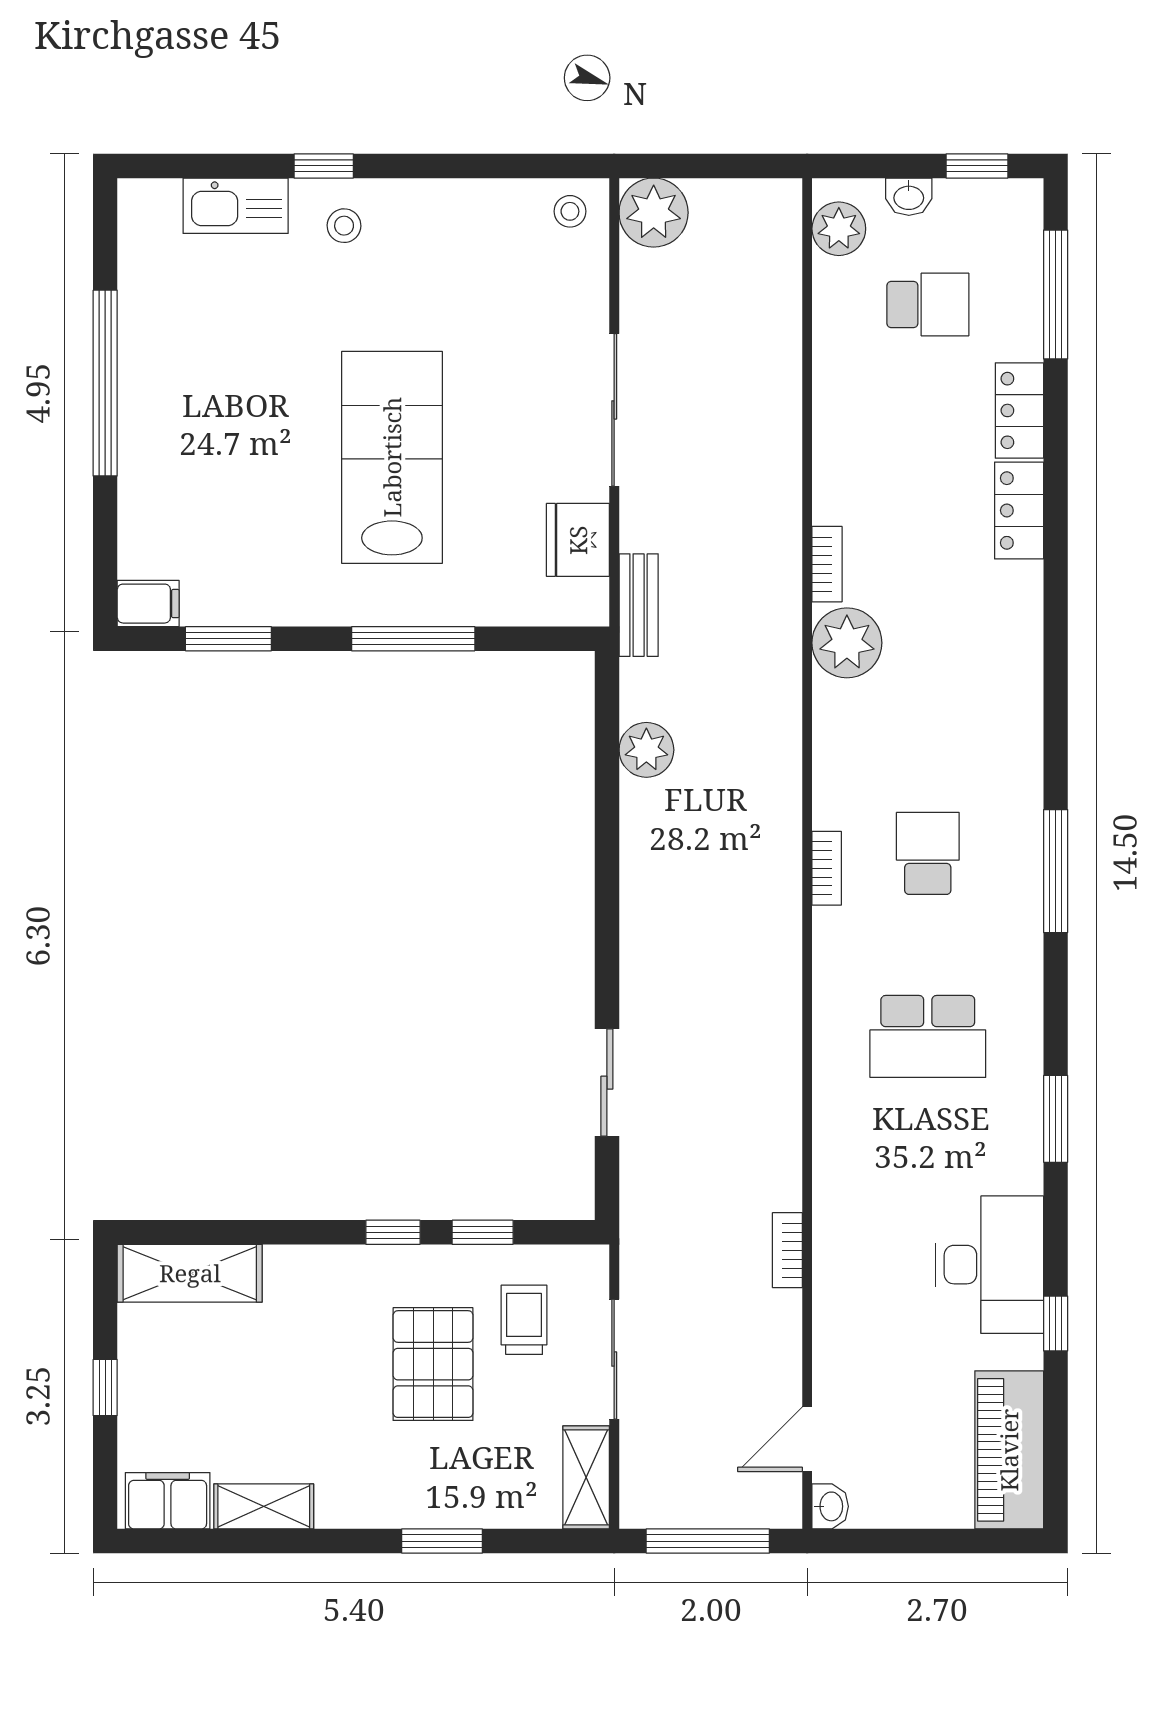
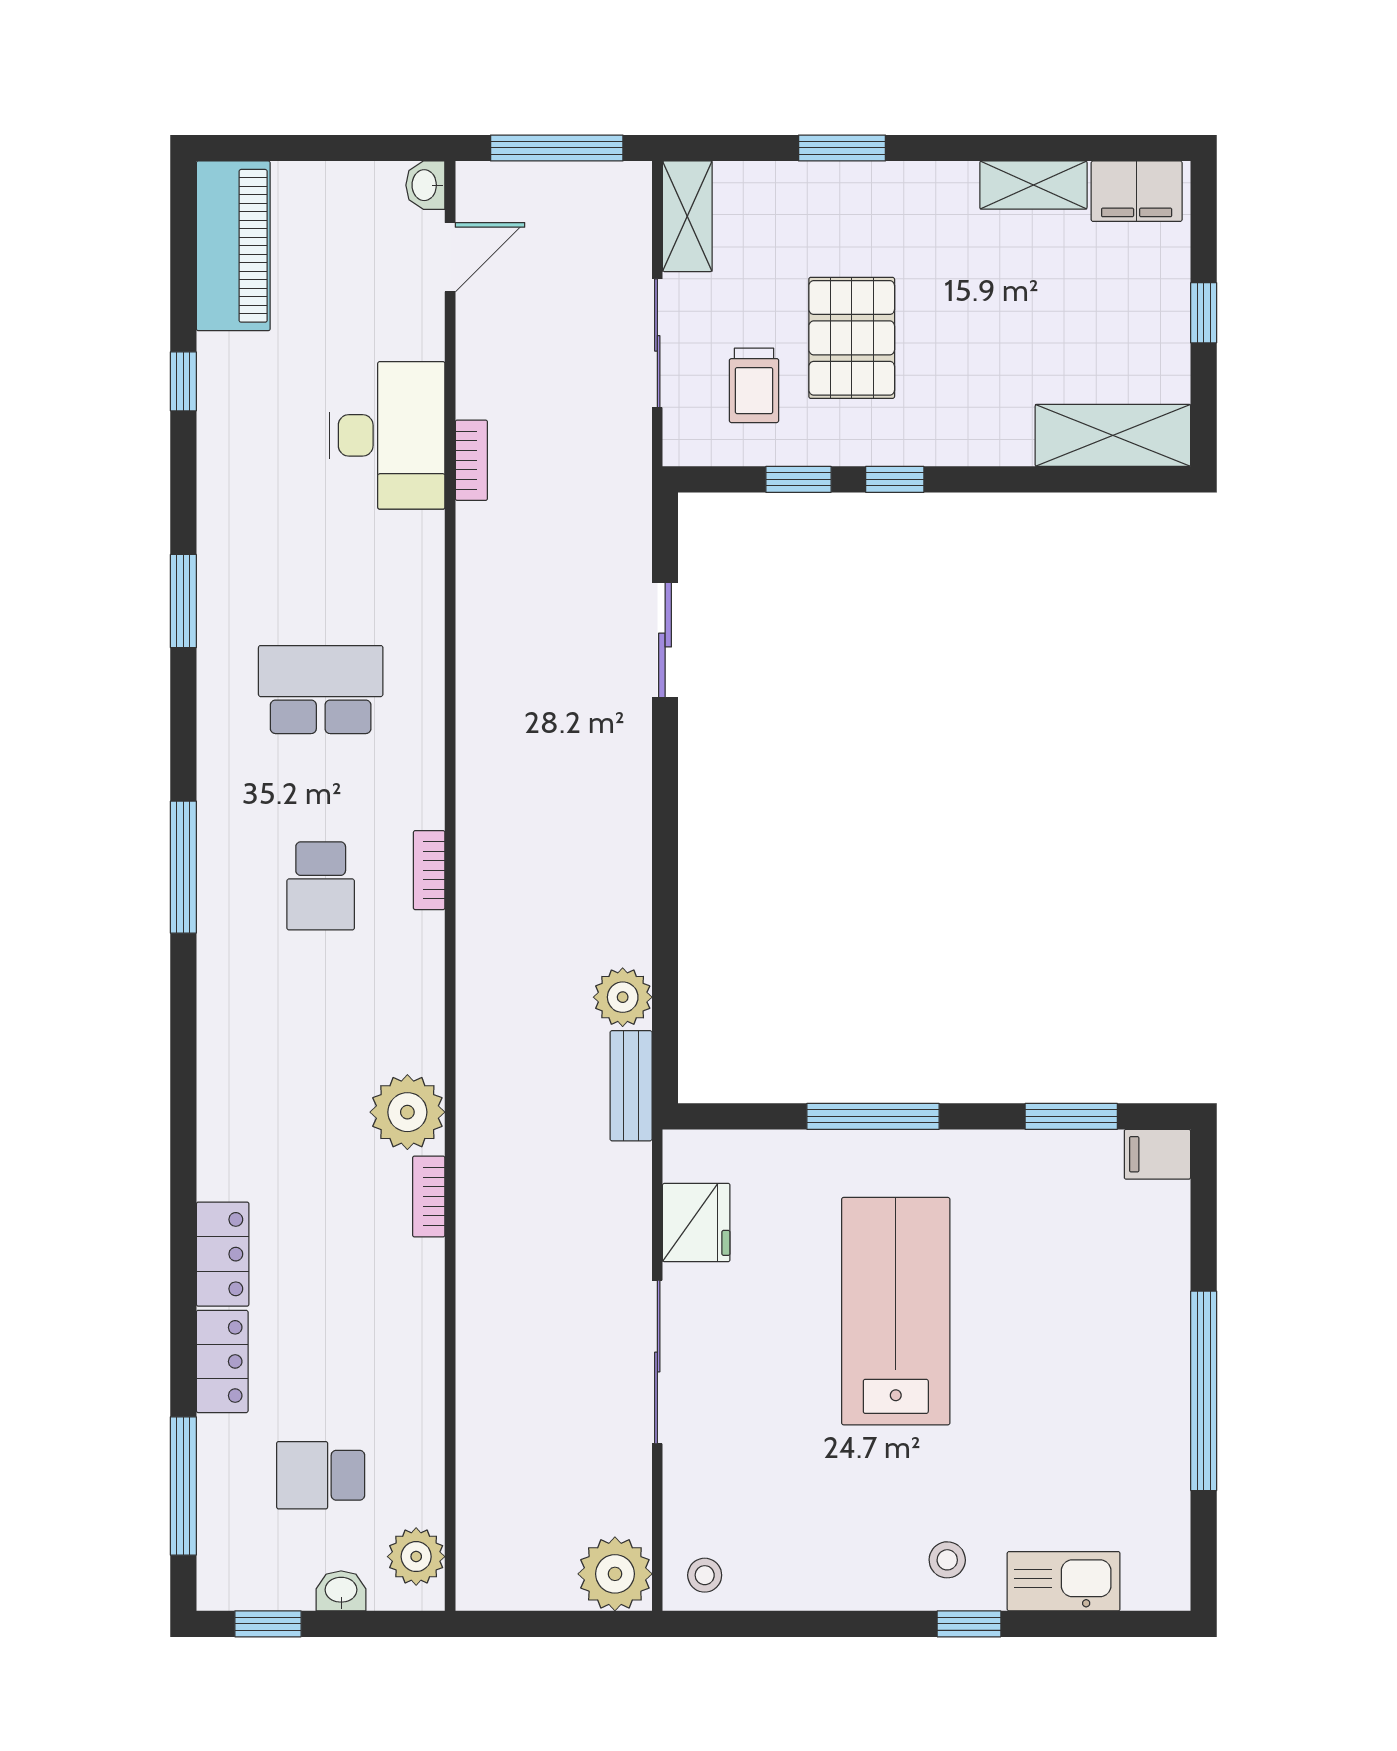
lab bench: (392, 457) -> (896, 1311), turned 180
bench: (639, 605) -> (631, 1086), moved
desk: (990, 1265) -> (387, 435), moved, turned 180

